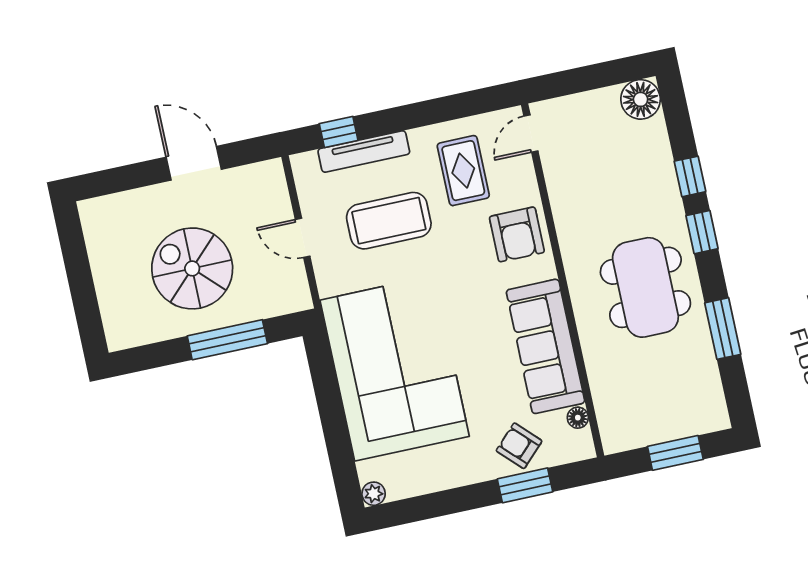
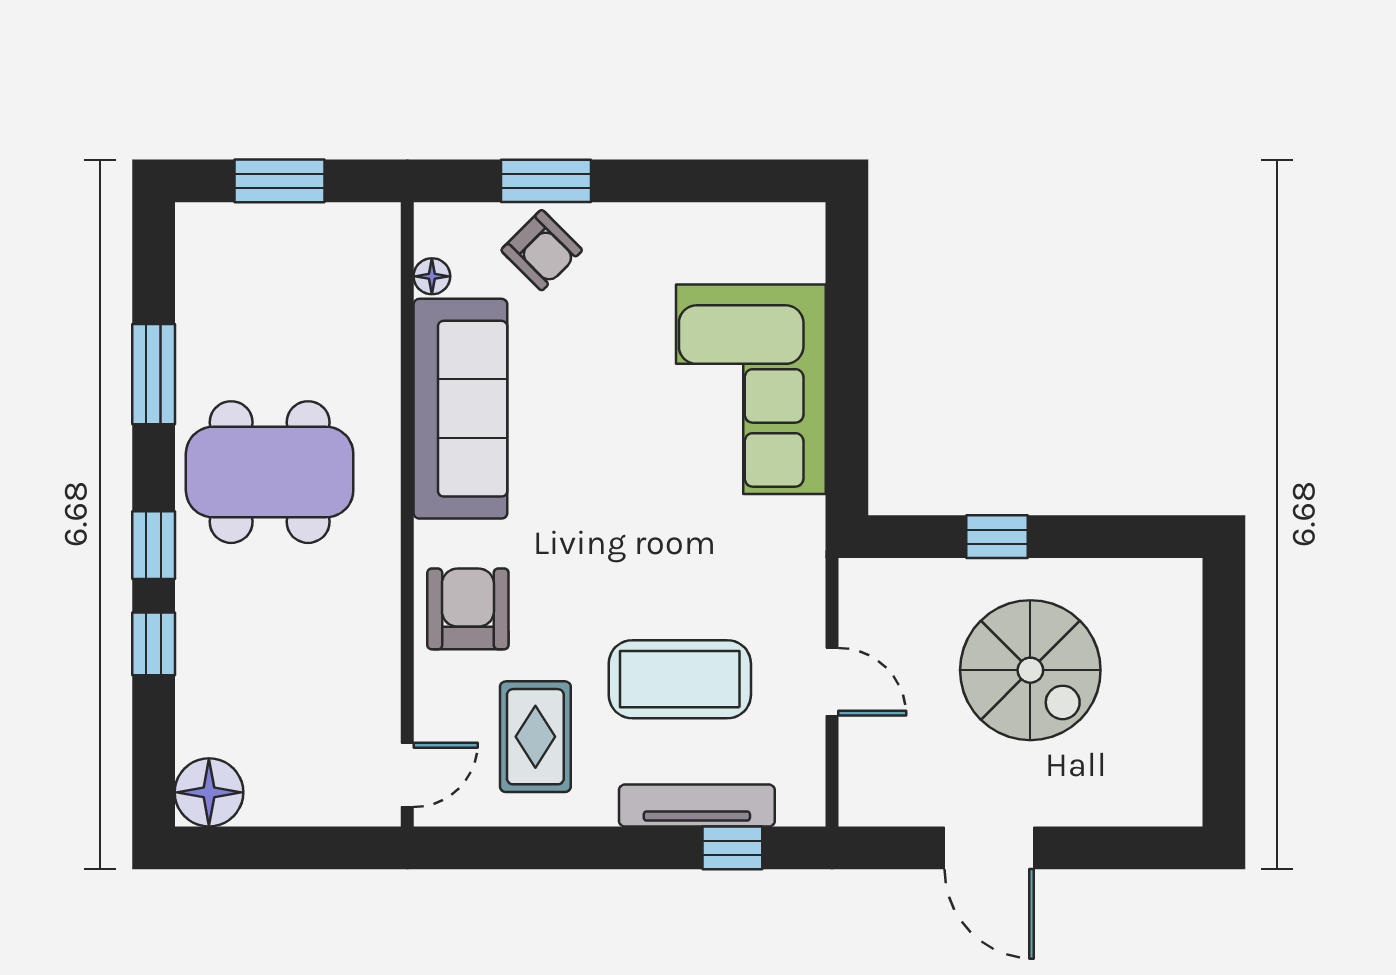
dining table: (645, 287) -> (270, 472), turned 90
window: (227, 340) -> (997, 537), width x0.46
corner sofa: (395, 368) -> (751, 389), width x0.73, depth x0.74
plant: (374, 494) -> (806, 222), removed

